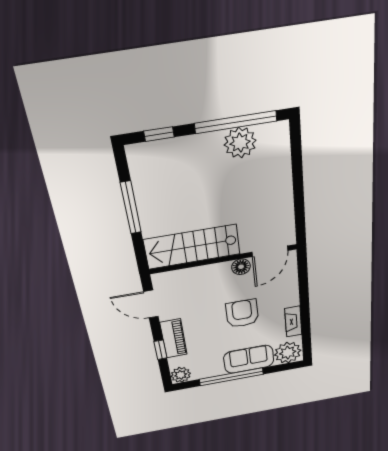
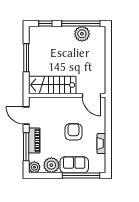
door: (270, 251) -> (92, 95), hinge flipped
floor lamp: (241, 267) -> (76, 102), removed
window: (160, 350) -> (26, 147), width x2.17
plant: (288, 353) -> (51, 165), moved
window: (231, 377) -> (81, 176), moved

